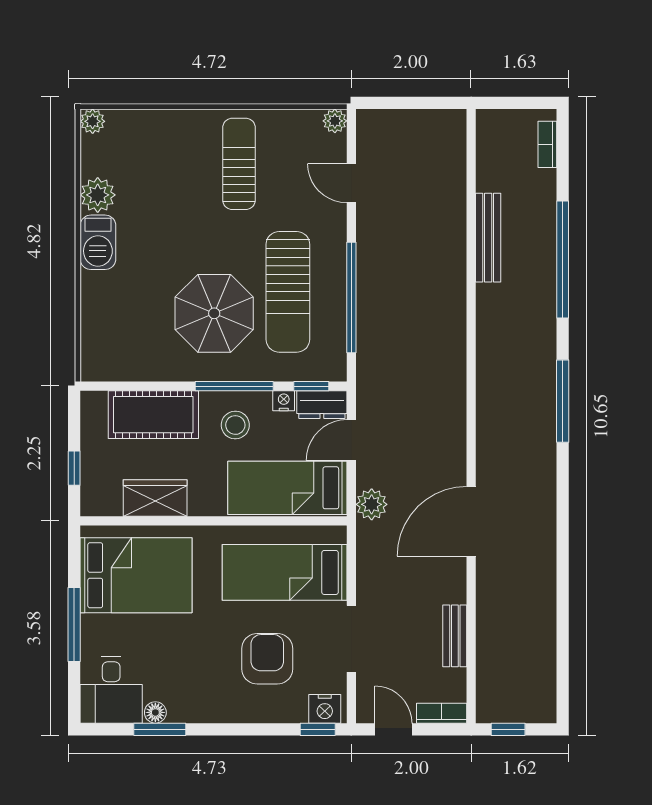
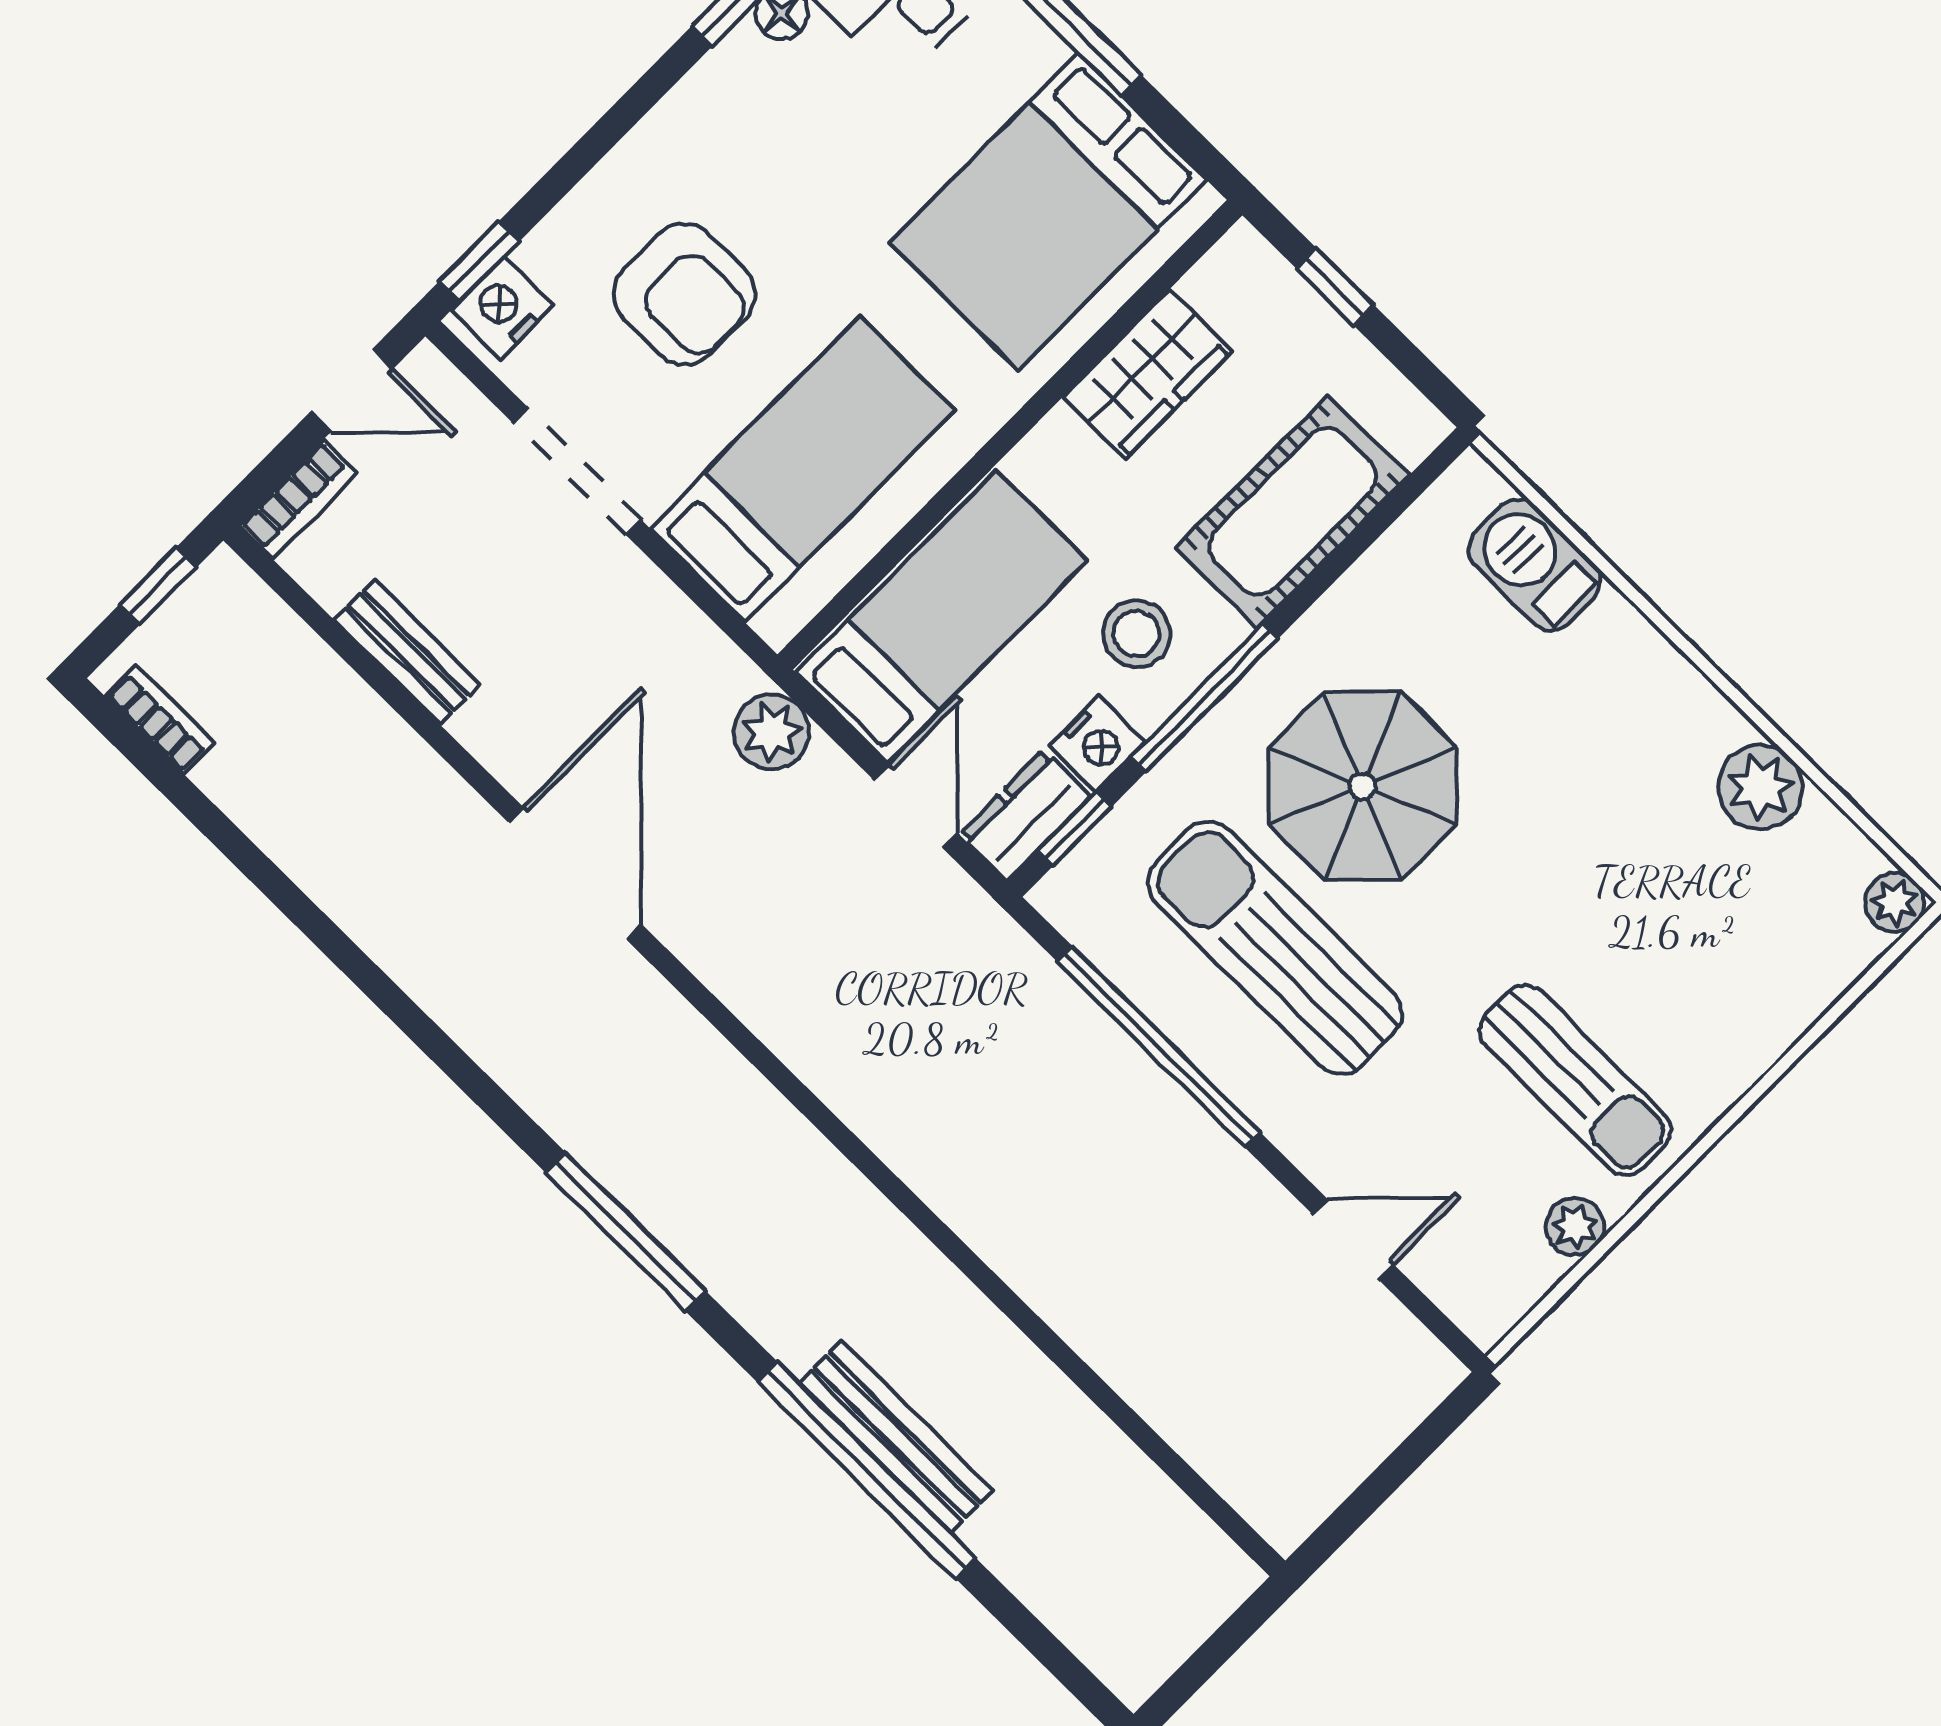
plant: (335, 121) -> (1575, 1227), moved
bookcase: (547, 144) -> (160, 719), moved
bench: (488, 238) -> (896, 1437), moved
barbecue: (98, 242) -> (1535, 564), moved
nightstand: (284, 401) -> (1097, 744), width x1.39, depth x1.35

